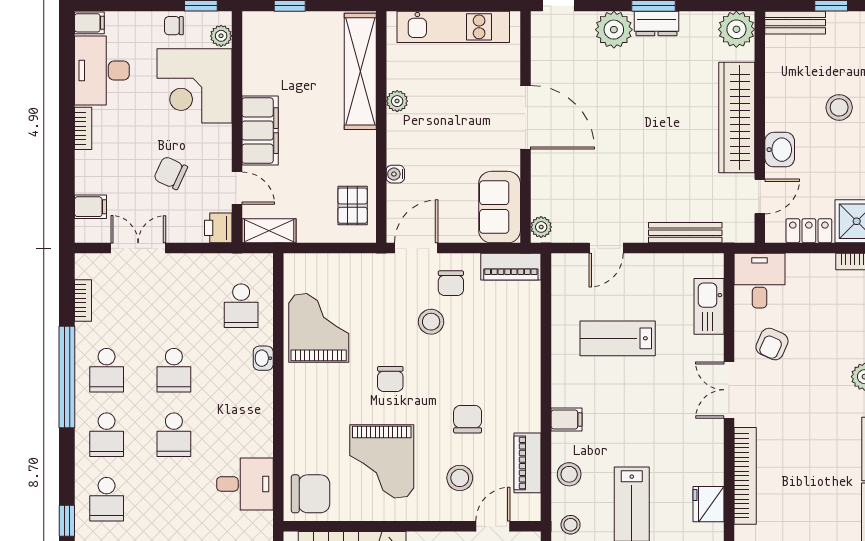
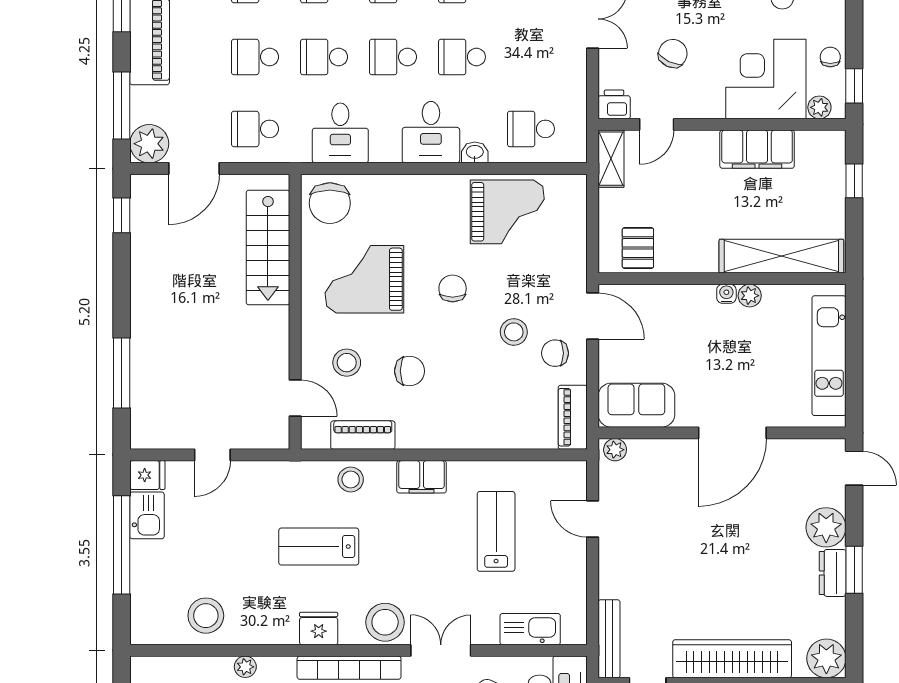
filing cabinet: (260, 131) -> (757, 149), moved
water cooler: (395, 174) -> (726, 294), moved
pallet: (353, 206) -> (638, 248), turned 90
bench: (685, 233) -> (609, 639), moved
chair: (390, 379) -> (453, 288), turned 90
desk: (244, 399) -> (431, 132), added
filing cabinet: (567, 419) -> (422, 477), width x2.00
school desk: (174, 499) -> (324, 57), added
stool: (571, 525) -> (385, 622), moved, width x1.89, depth x1.89

